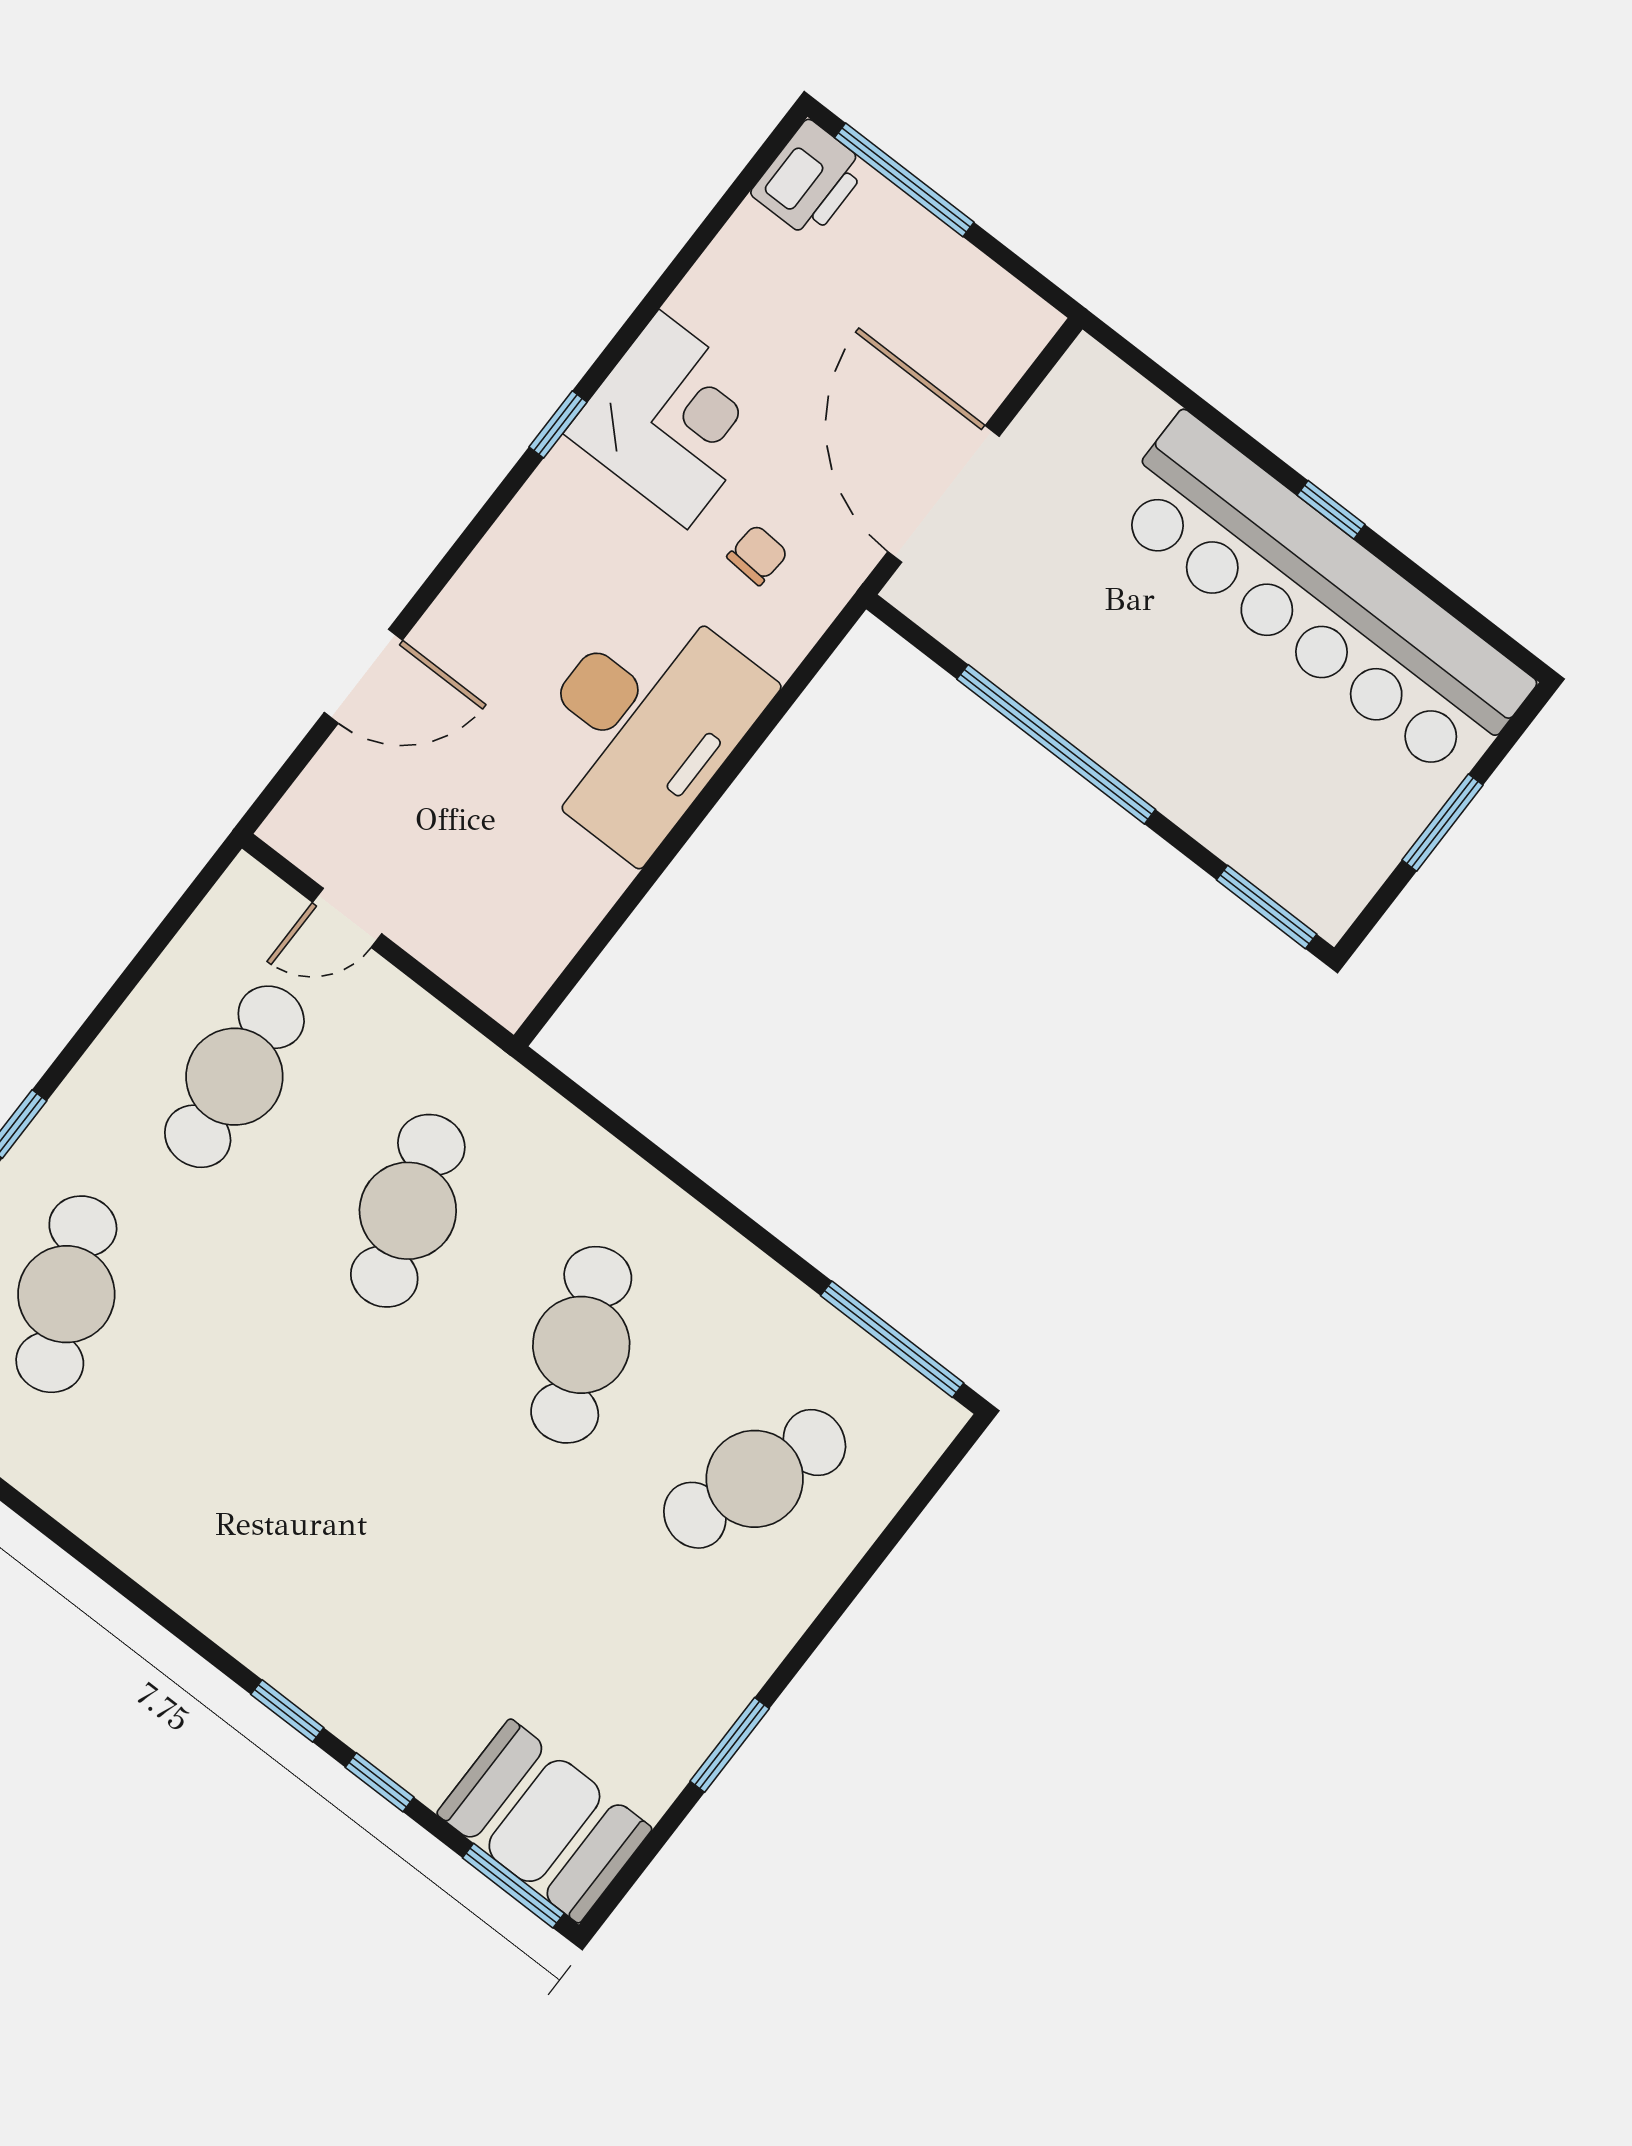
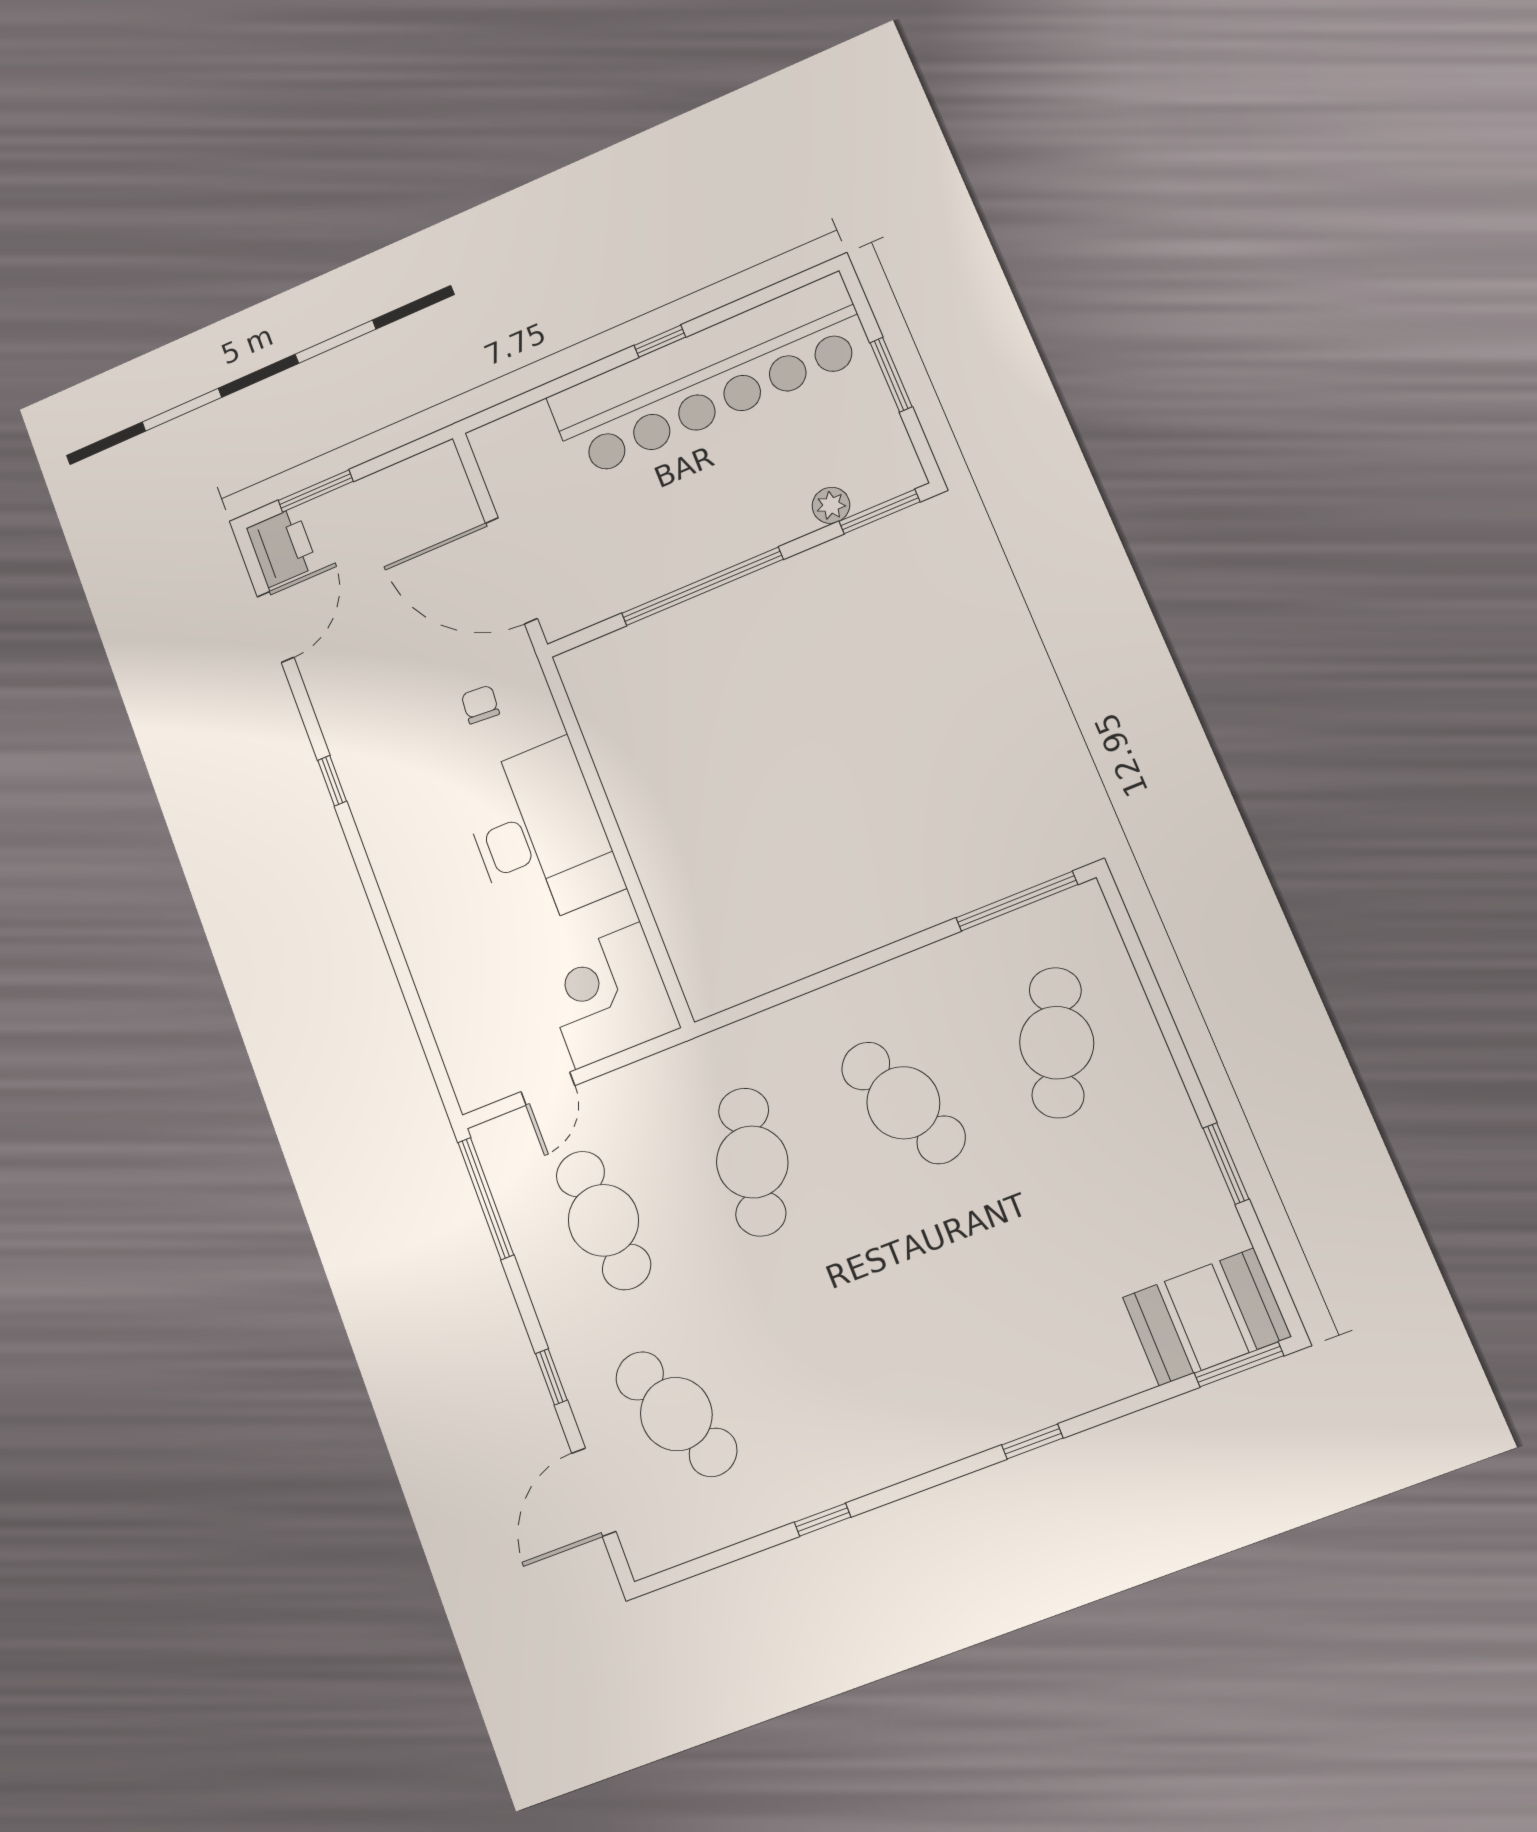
window: (904, 180) -> (316, 491), width x0.69
corner desk: (673, 419) -> (608, 996), moved, turned -90
door: (363, 676) -> (276, 627), moved
plant: (1242, 844) -> (831, 505), added
window: (174, 921) -> (486, 1198), added
cafe table: (408, 1211) -> (752, 1162), turned 30
window: (380, 1782) -> (823, 1520), moved

